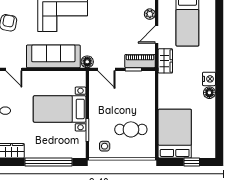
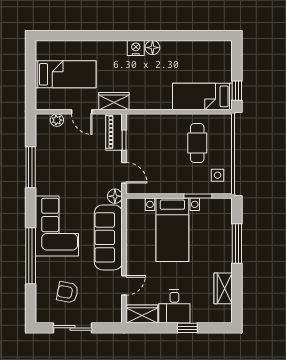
door: (107, 69) -> (124, 173), hinge flipped
bed: (175, 134) -> (202, 96), width x0.67
window: (48, 162) -> (237, 243), width x0.68
window: (192, 162) -> (237, 91), moved

